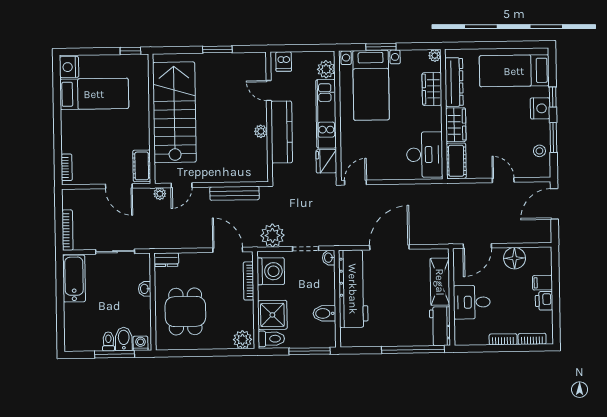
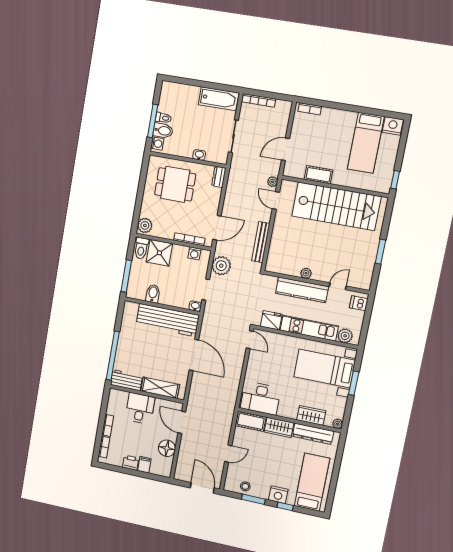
cot: (142, 166) -> (319, 175), moved
washing machine: (271, 271) -> (194, 253), width x0.53, depth x0.53

